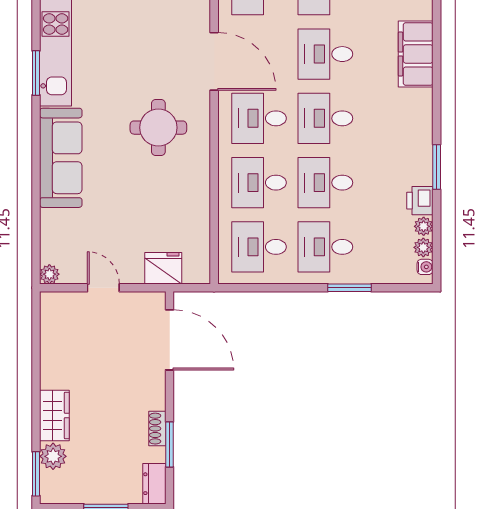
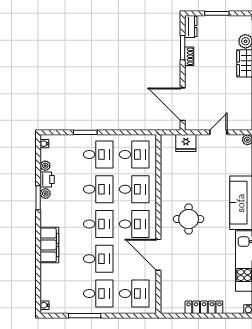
filing cabinet: (416, 54) -> (49, 245), moved
plant: (423, 247) -> (45, 193), moved
door: (103, 288) -> (218, 132), swing flipped

